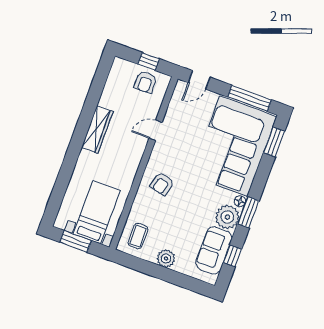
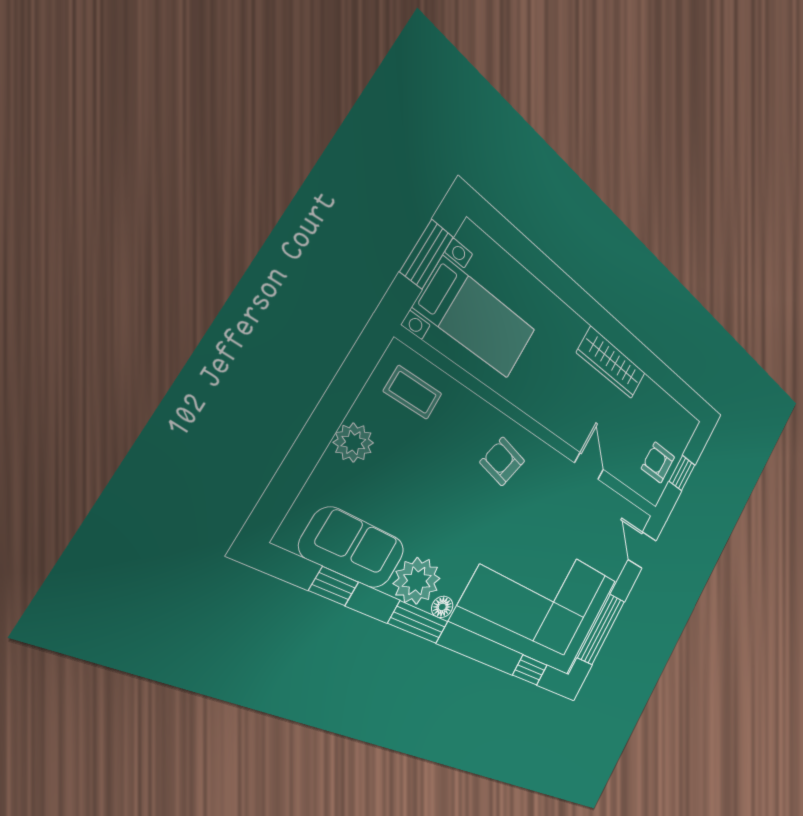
window: (274, 142) -> (530, 670), width x0.67

